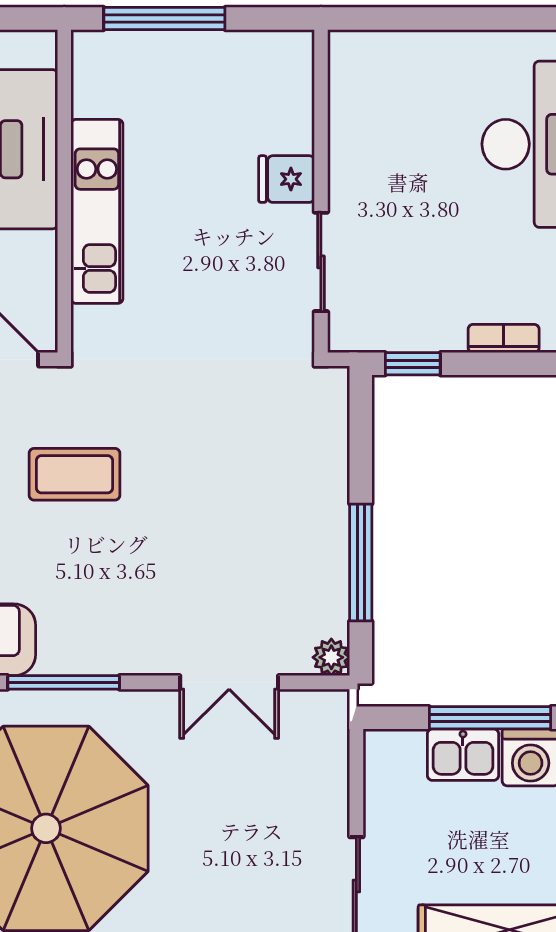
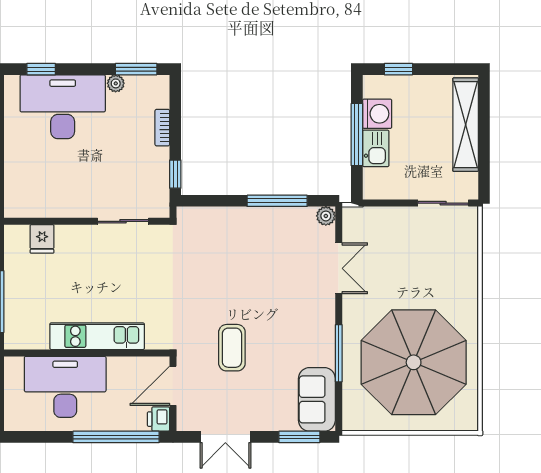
fridge: (286, 179) -> (42, 239), moved

